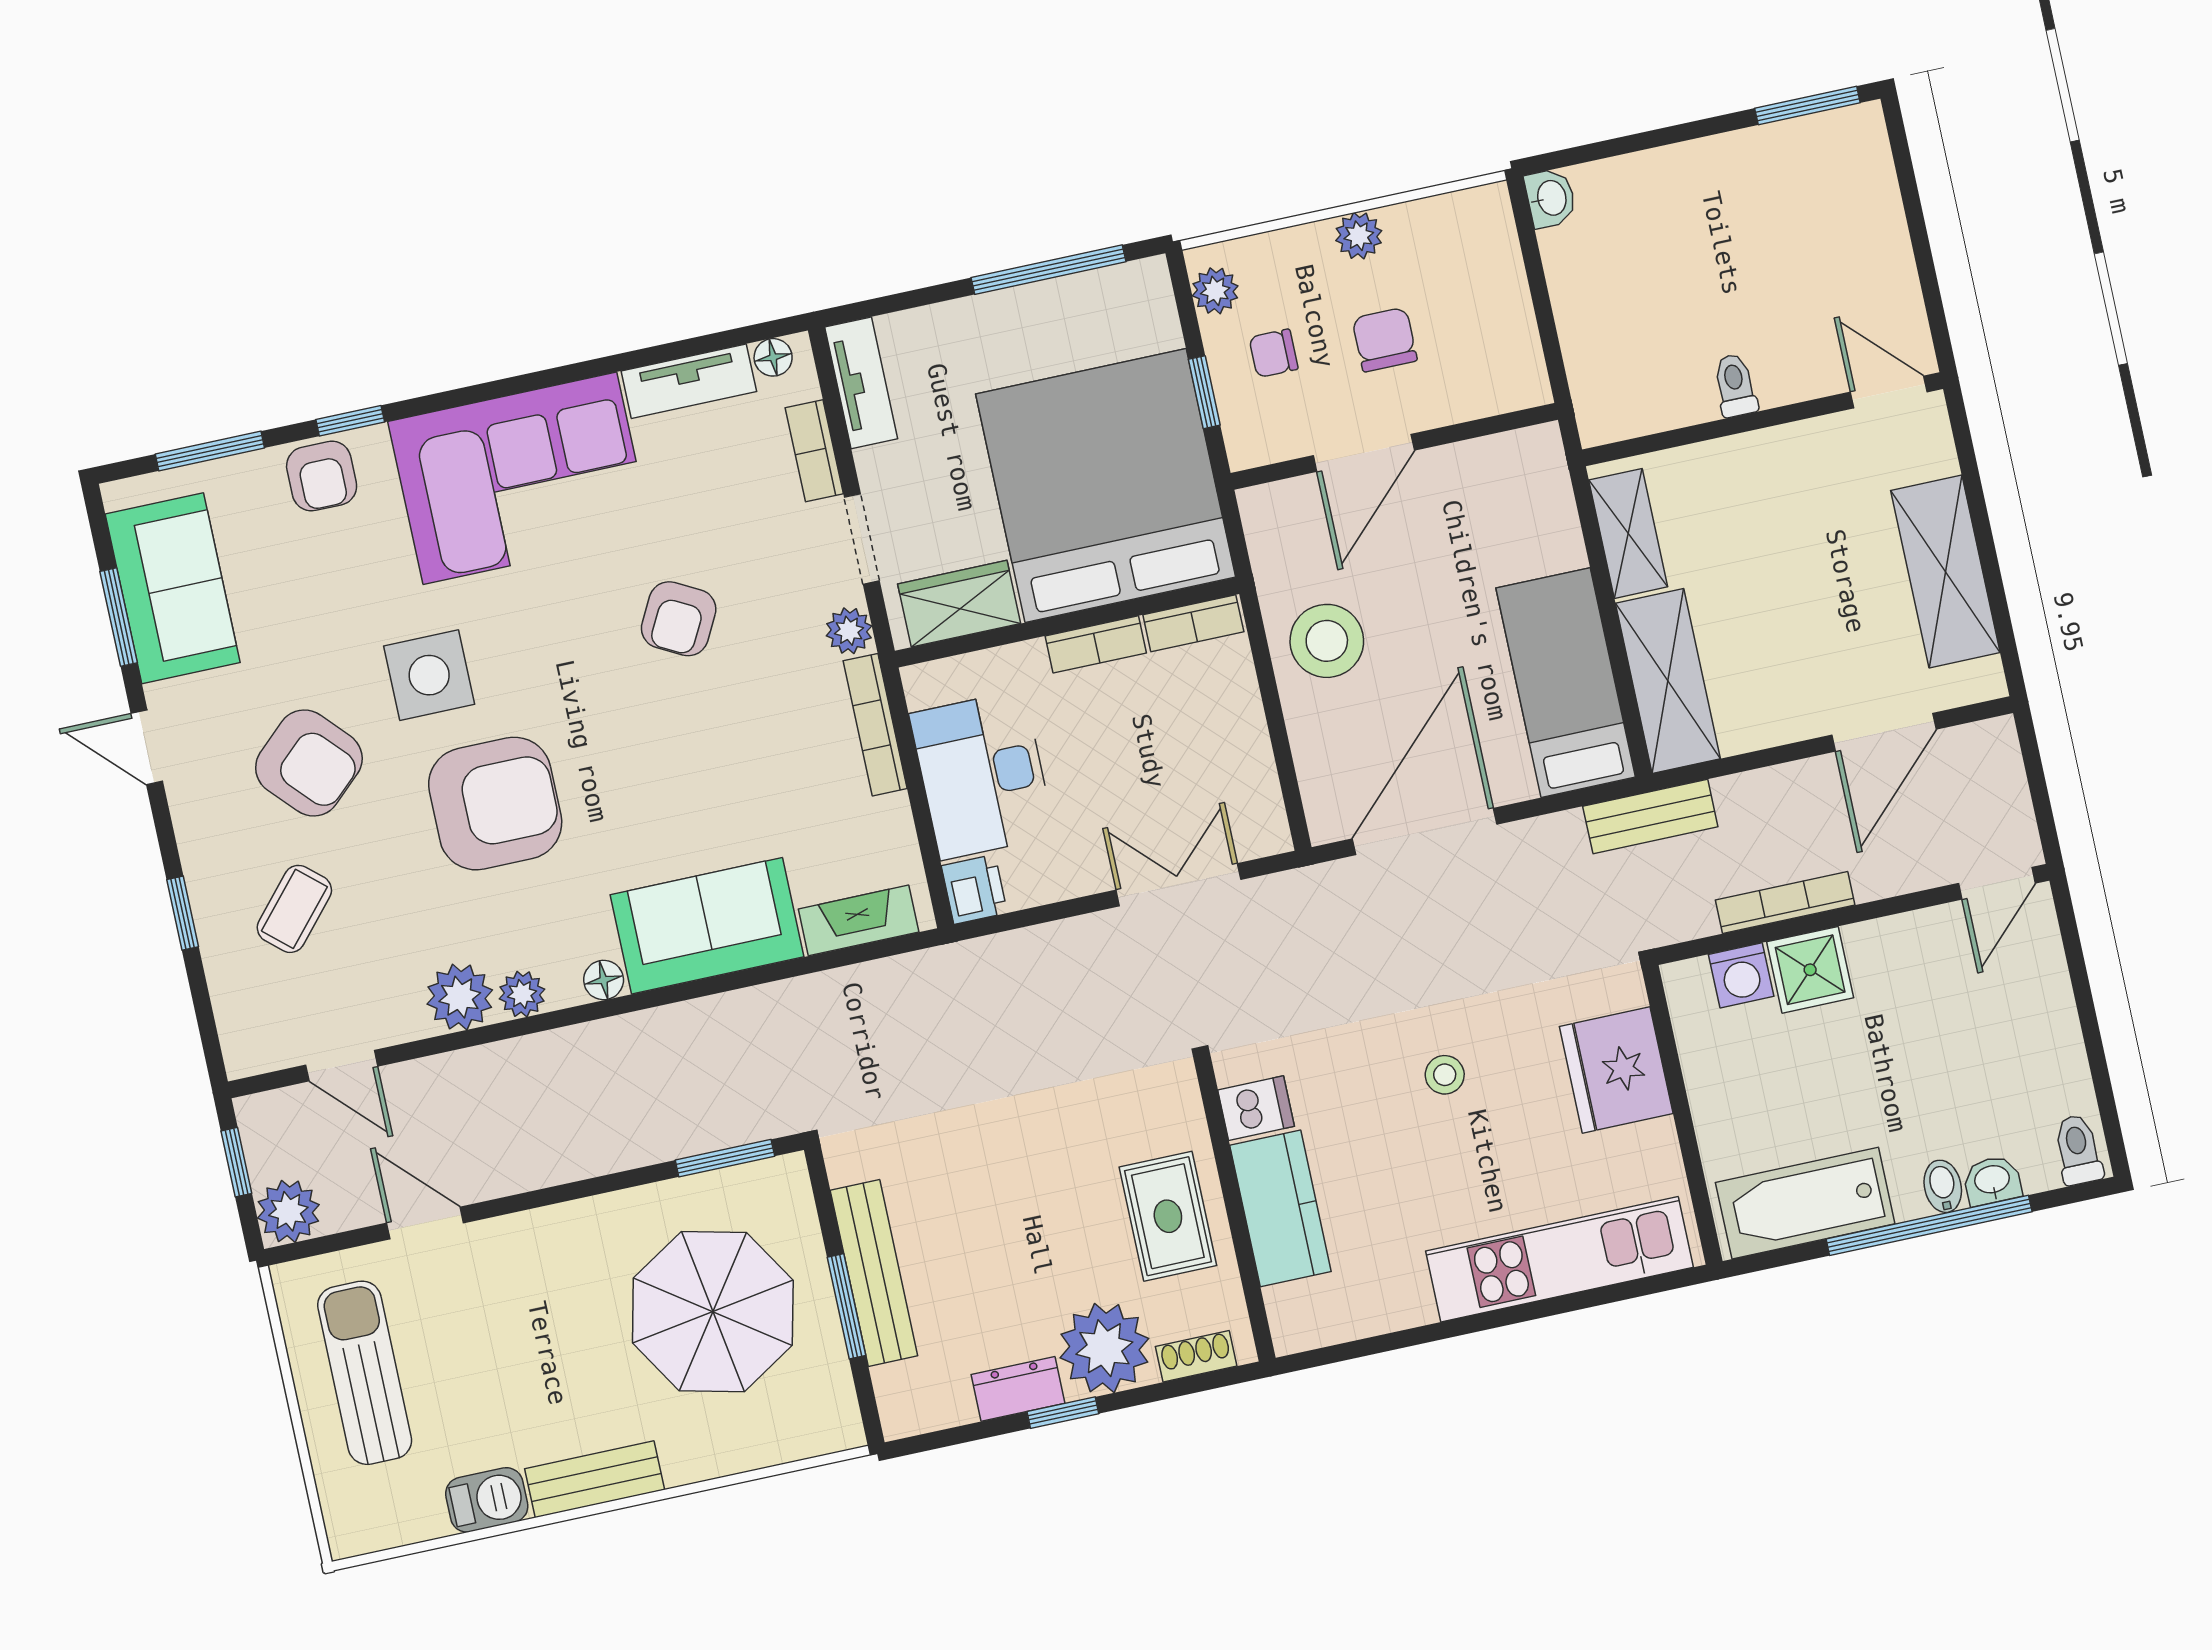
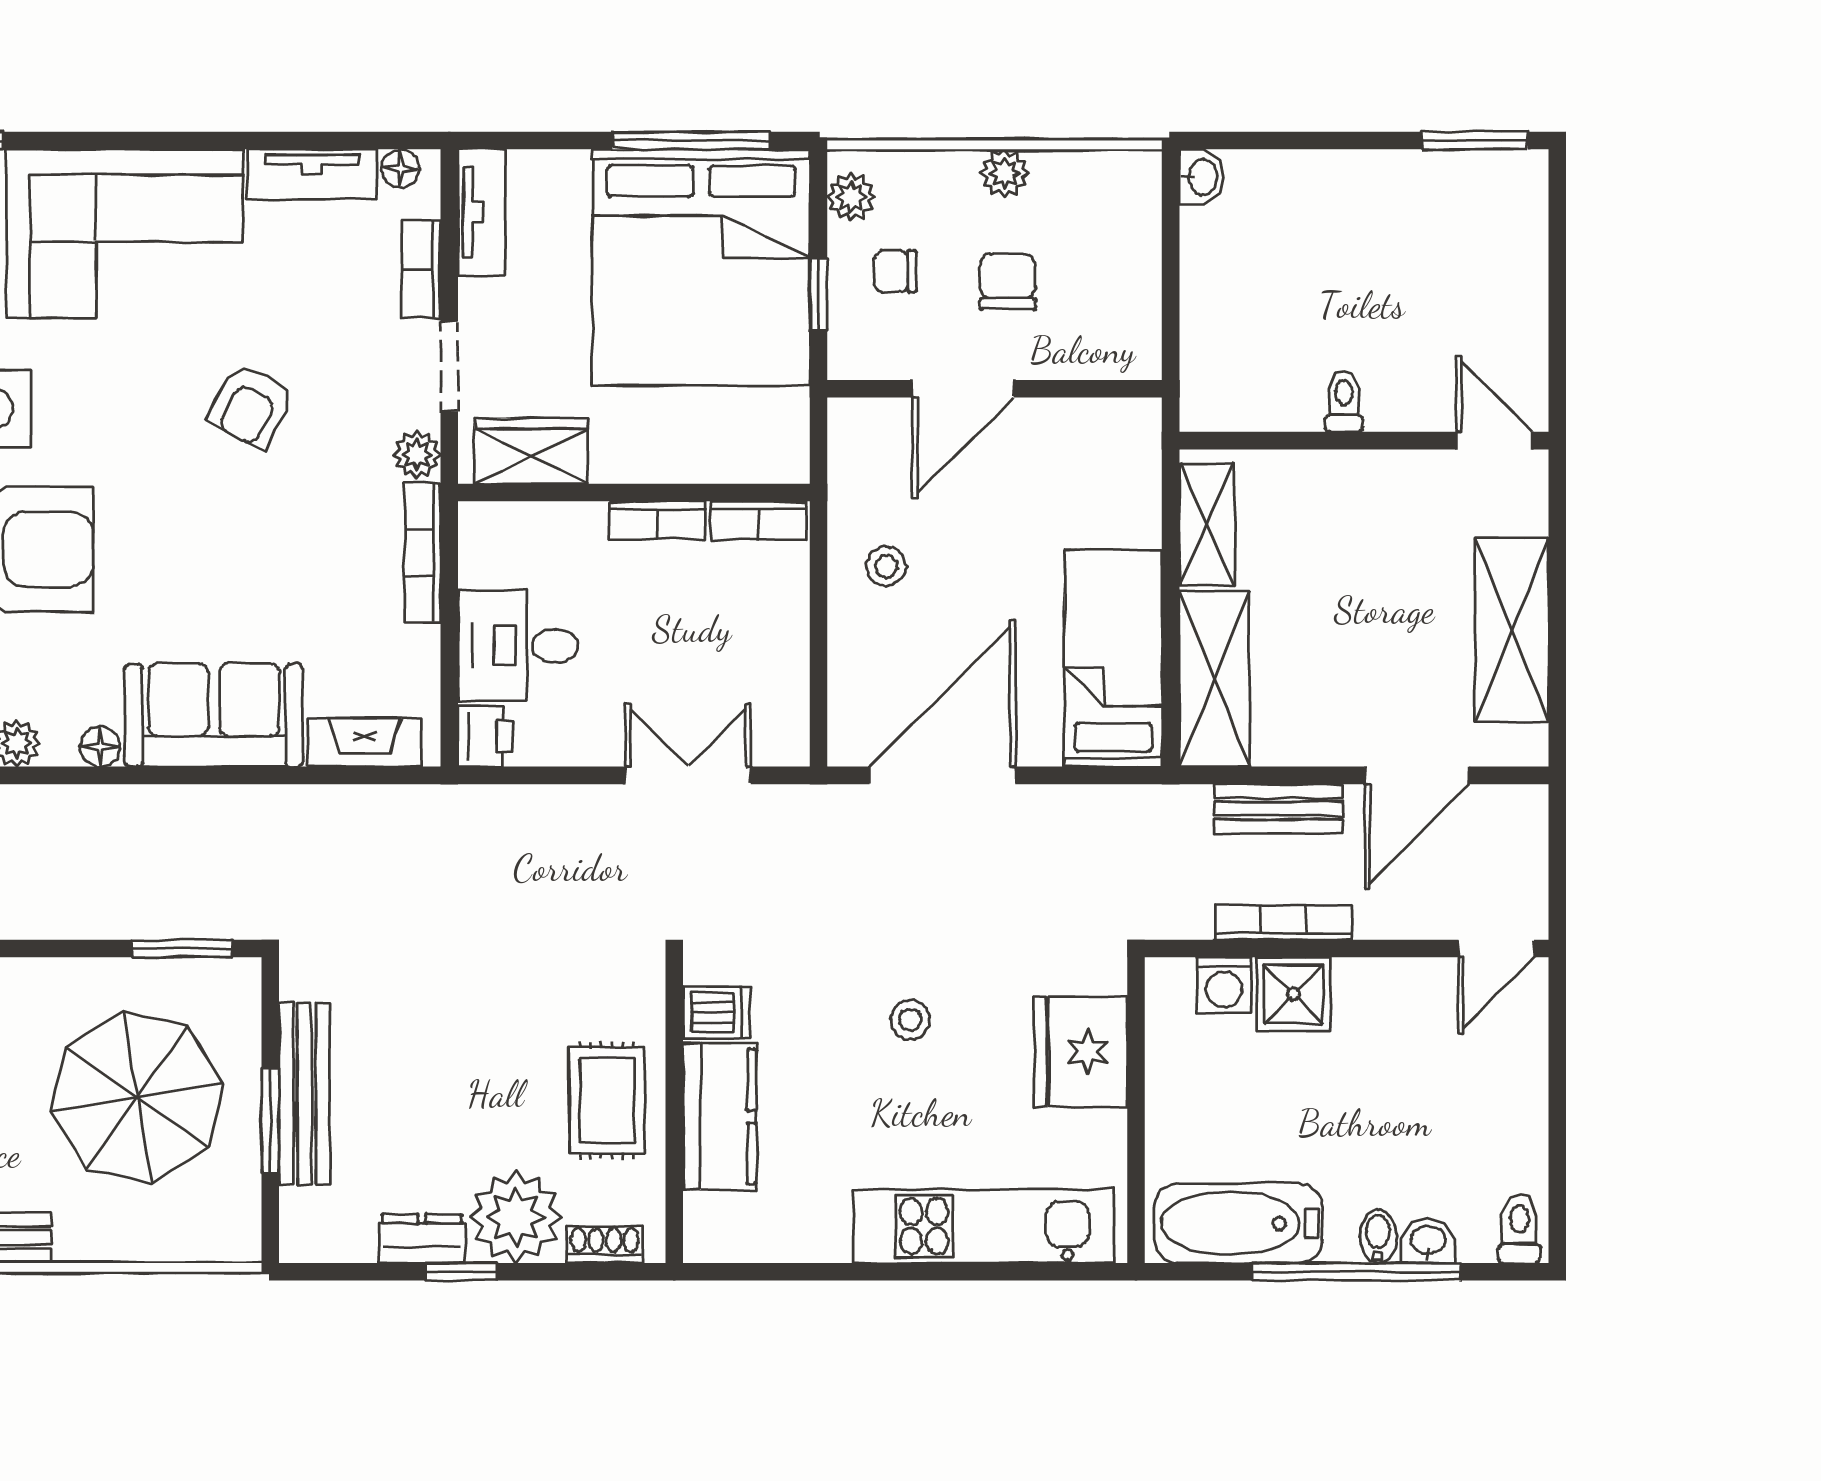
bed: (1106, 486) -> (701, 267), moved, turned 180
stool: (1327, 641) -> (886, 566), width x0.53, depth x0.53
desk: (982, 775) -> (518, 646), width x0.73
bench: (1650, 816) -> (1279, 809), moved

